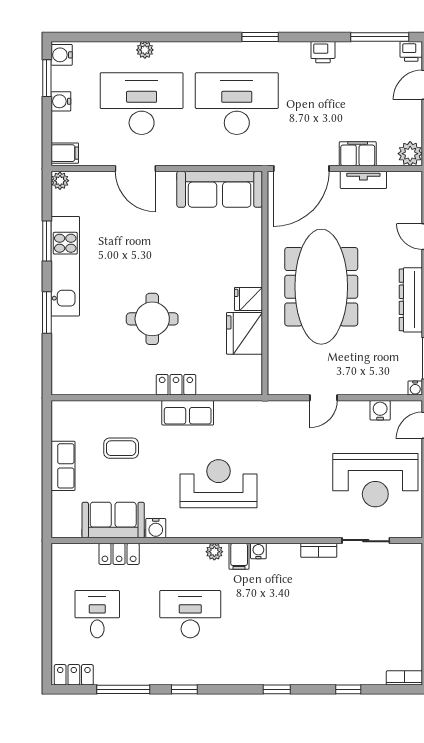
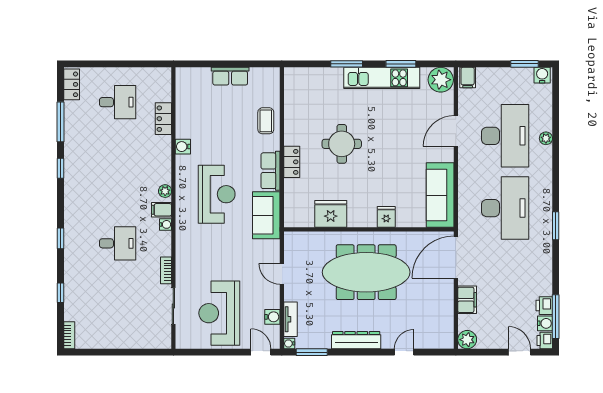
printer: (323, 52) -> (544, 306), moved
water cooler: (61, 101) -> (545, 323), moved, turned 90
door: (301, 169) -> (456, 257), hinge flipped
tv unit: (363, 180) -> (290, 319), moved, turned 180
plant: (60, 181) -> (441, 80), width x1.87, depth x1.87
fridge: (248, 299) -> (386, 217), moved
coffee table: (121, 448) -> (266, 121), moved
sofa: (113, 520) -> (266, 215), moved, turned 180
desk: (190, 614) -> (118, 243), moved, width x0.73

